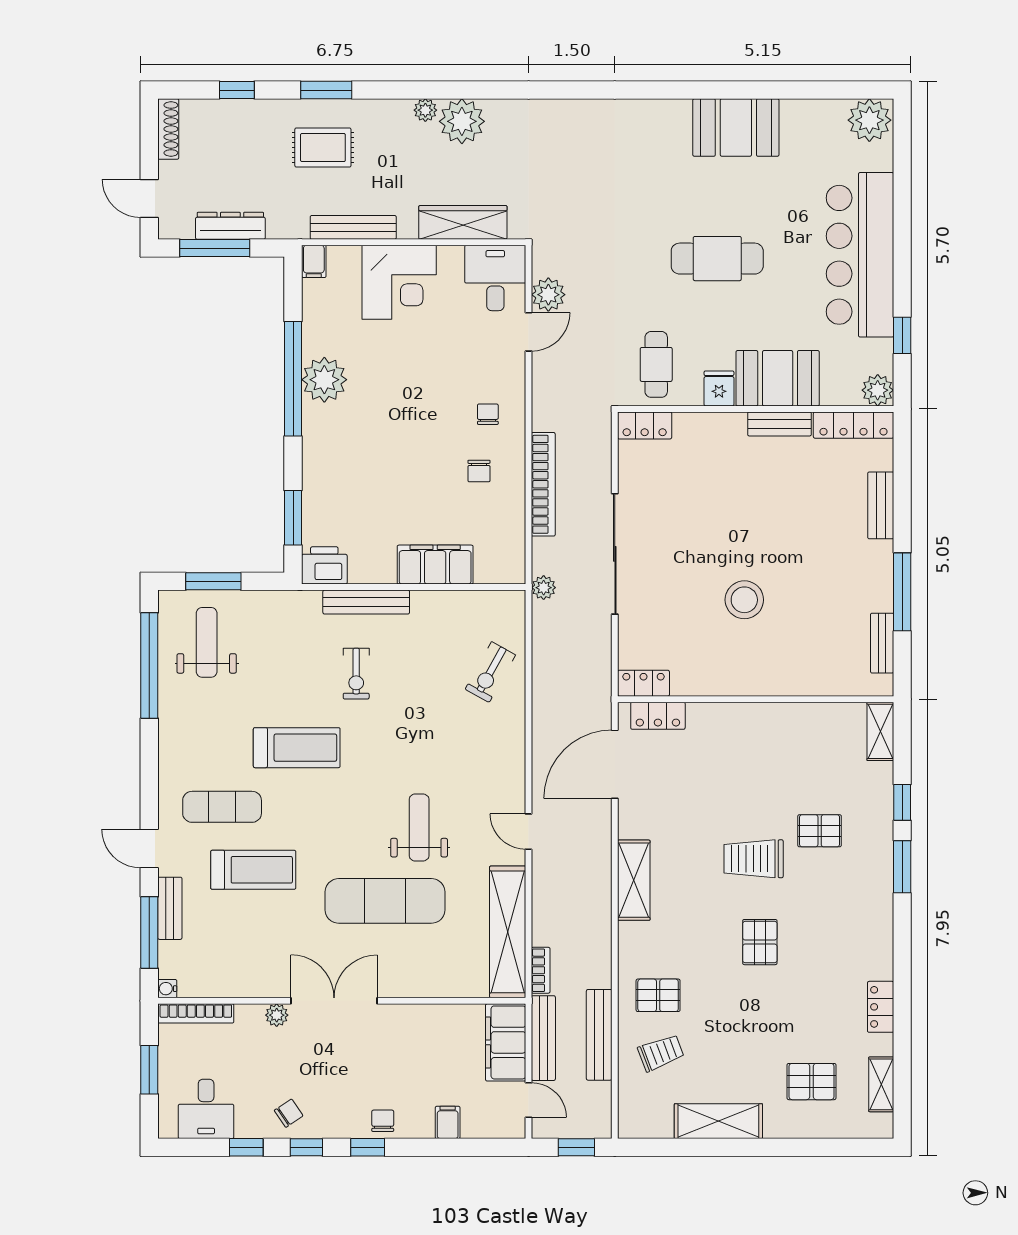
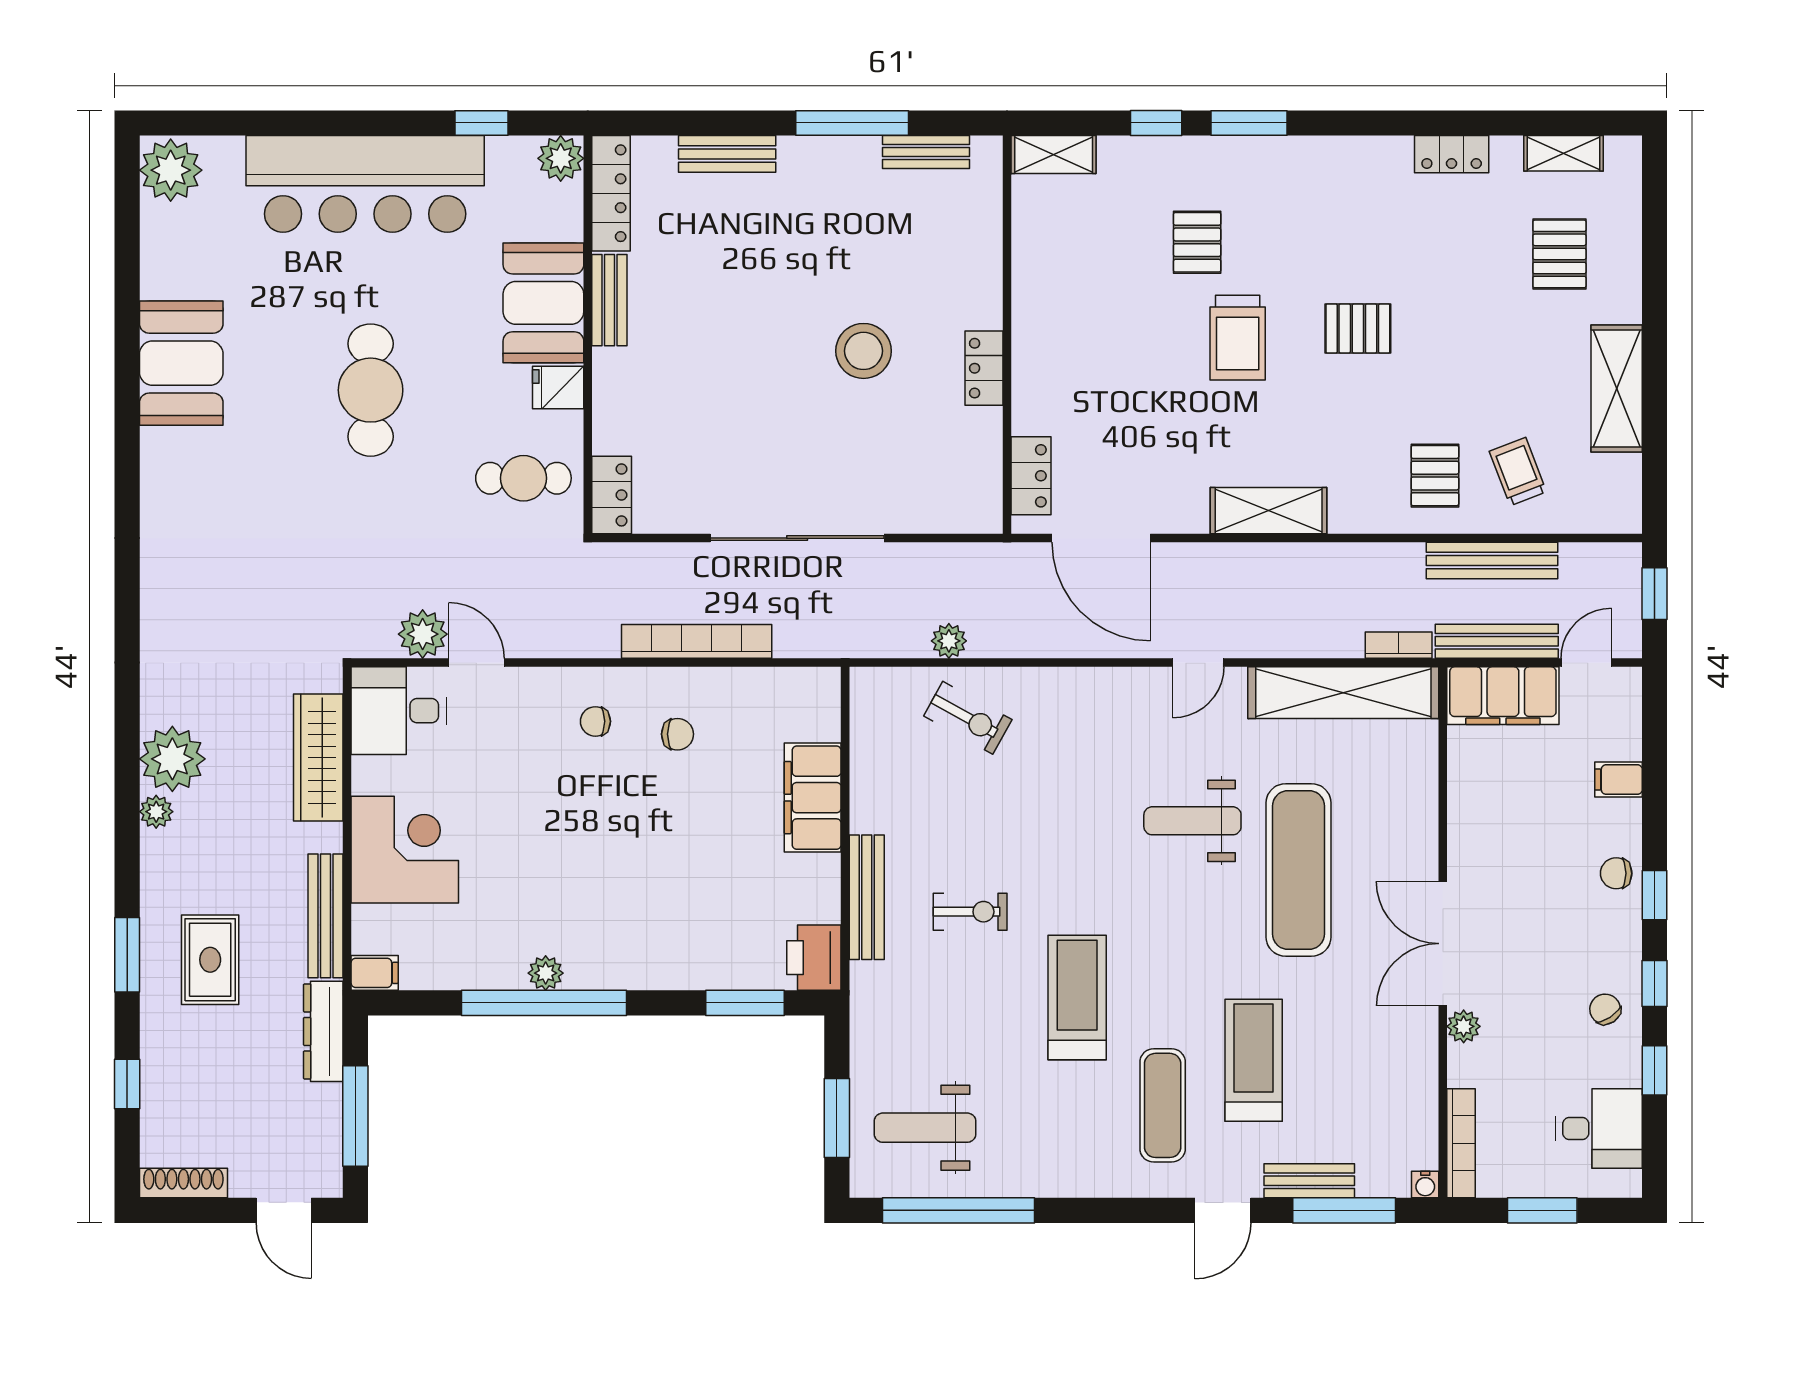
door: (149, 198) -> (284, 1210), hinge flipped
dresser: (230, 226) -> (323, 1031), moved
plant: (324, 380) -> (546, 973), width x0.53, depth x0.53
plant: (544, 588) -> (949, 641), moved
locker: (643, 683) -> (984, 368), moved

